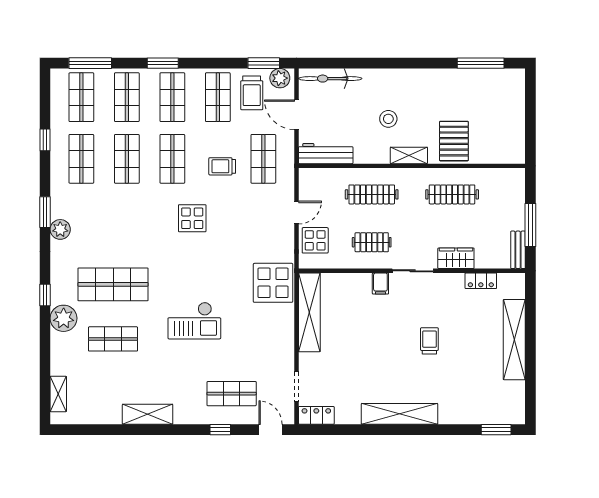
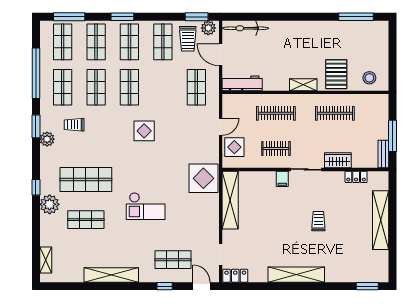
stool: (388, 119) -> (369, 78), moved
window: (45, 140) -> (36, 73), width x3.17
trolley: (222, 166) -> (74, 125), moved
shelving: (148, 414) -> (111, 275), width x1.47

